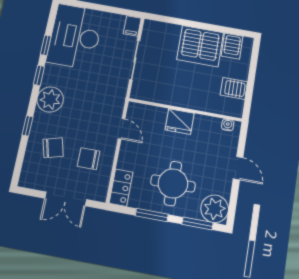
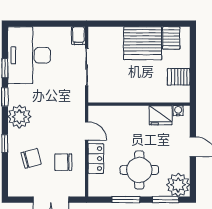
fridge: (180, 122) -> (161, 115), moved
locker: (121, 188) -> (96, 159), moved

